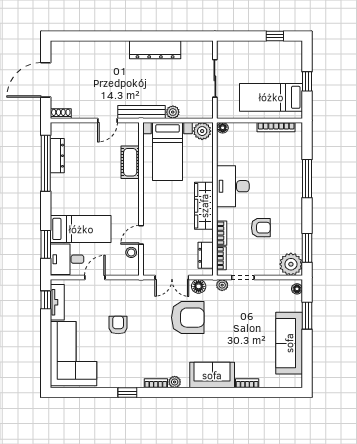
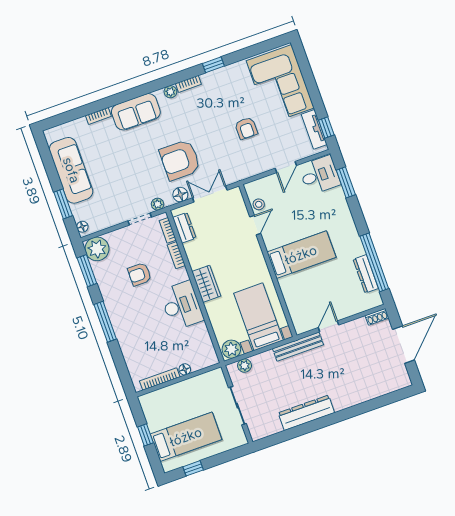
bed: (271, 97) -> (186, 437), moved
plant: (173, 112) -> (245, 366), moved
floor lamp: (223, 128) -> (185, 369), moved
cot: (130, 162) -> (291, 293), removed
window: (307, 179) -> (105, 322), moved
wardrobe: (204, 206) -> (206, 284), width x0.67
bed: (81, 229) -> (301, 255), moved, turned 180

